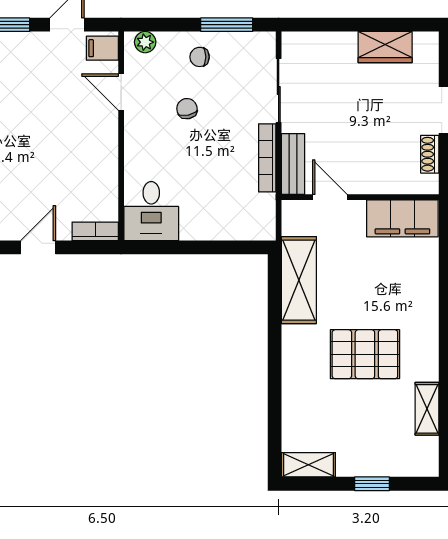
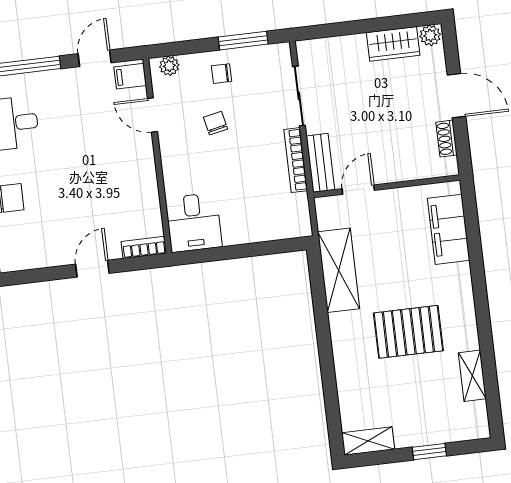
plant: (426, 43) -> (430, 35), added
door: (330, 197) -> (358, 190), hinge flipped
filing cabinet: (402, 218) -> (449, 229), moved, turned 90

